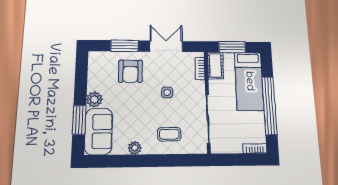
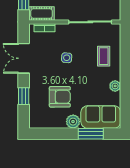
window: (125, 46) -> (24, 96), width x0.67
armchair: (130, 71) -> (60, 97), moved

